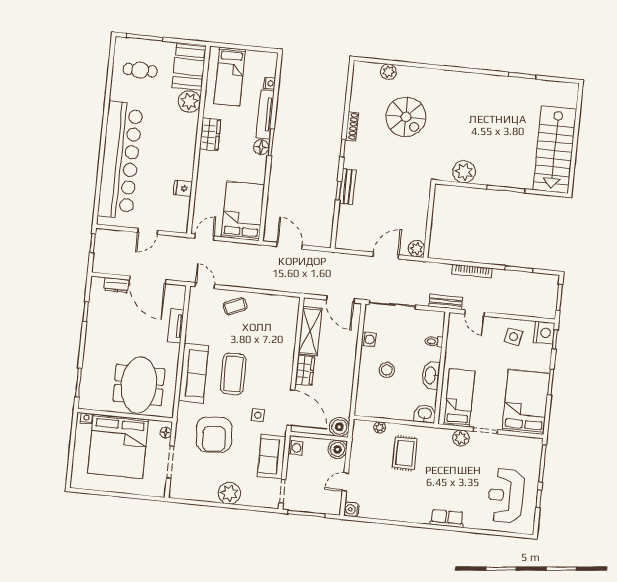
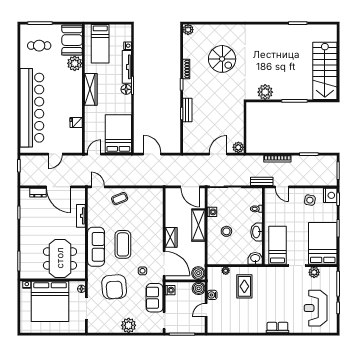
plant: (388, 72) -> (188, 30), moved
wardrobe: (210, 134) -> (91, 89), width x1.50
shelving: (310, 331) -> (198, 225), moved
plant: (461, 438) -> (314, 272), moved
water cooler: (351, 509) -> (212, 295), moved

